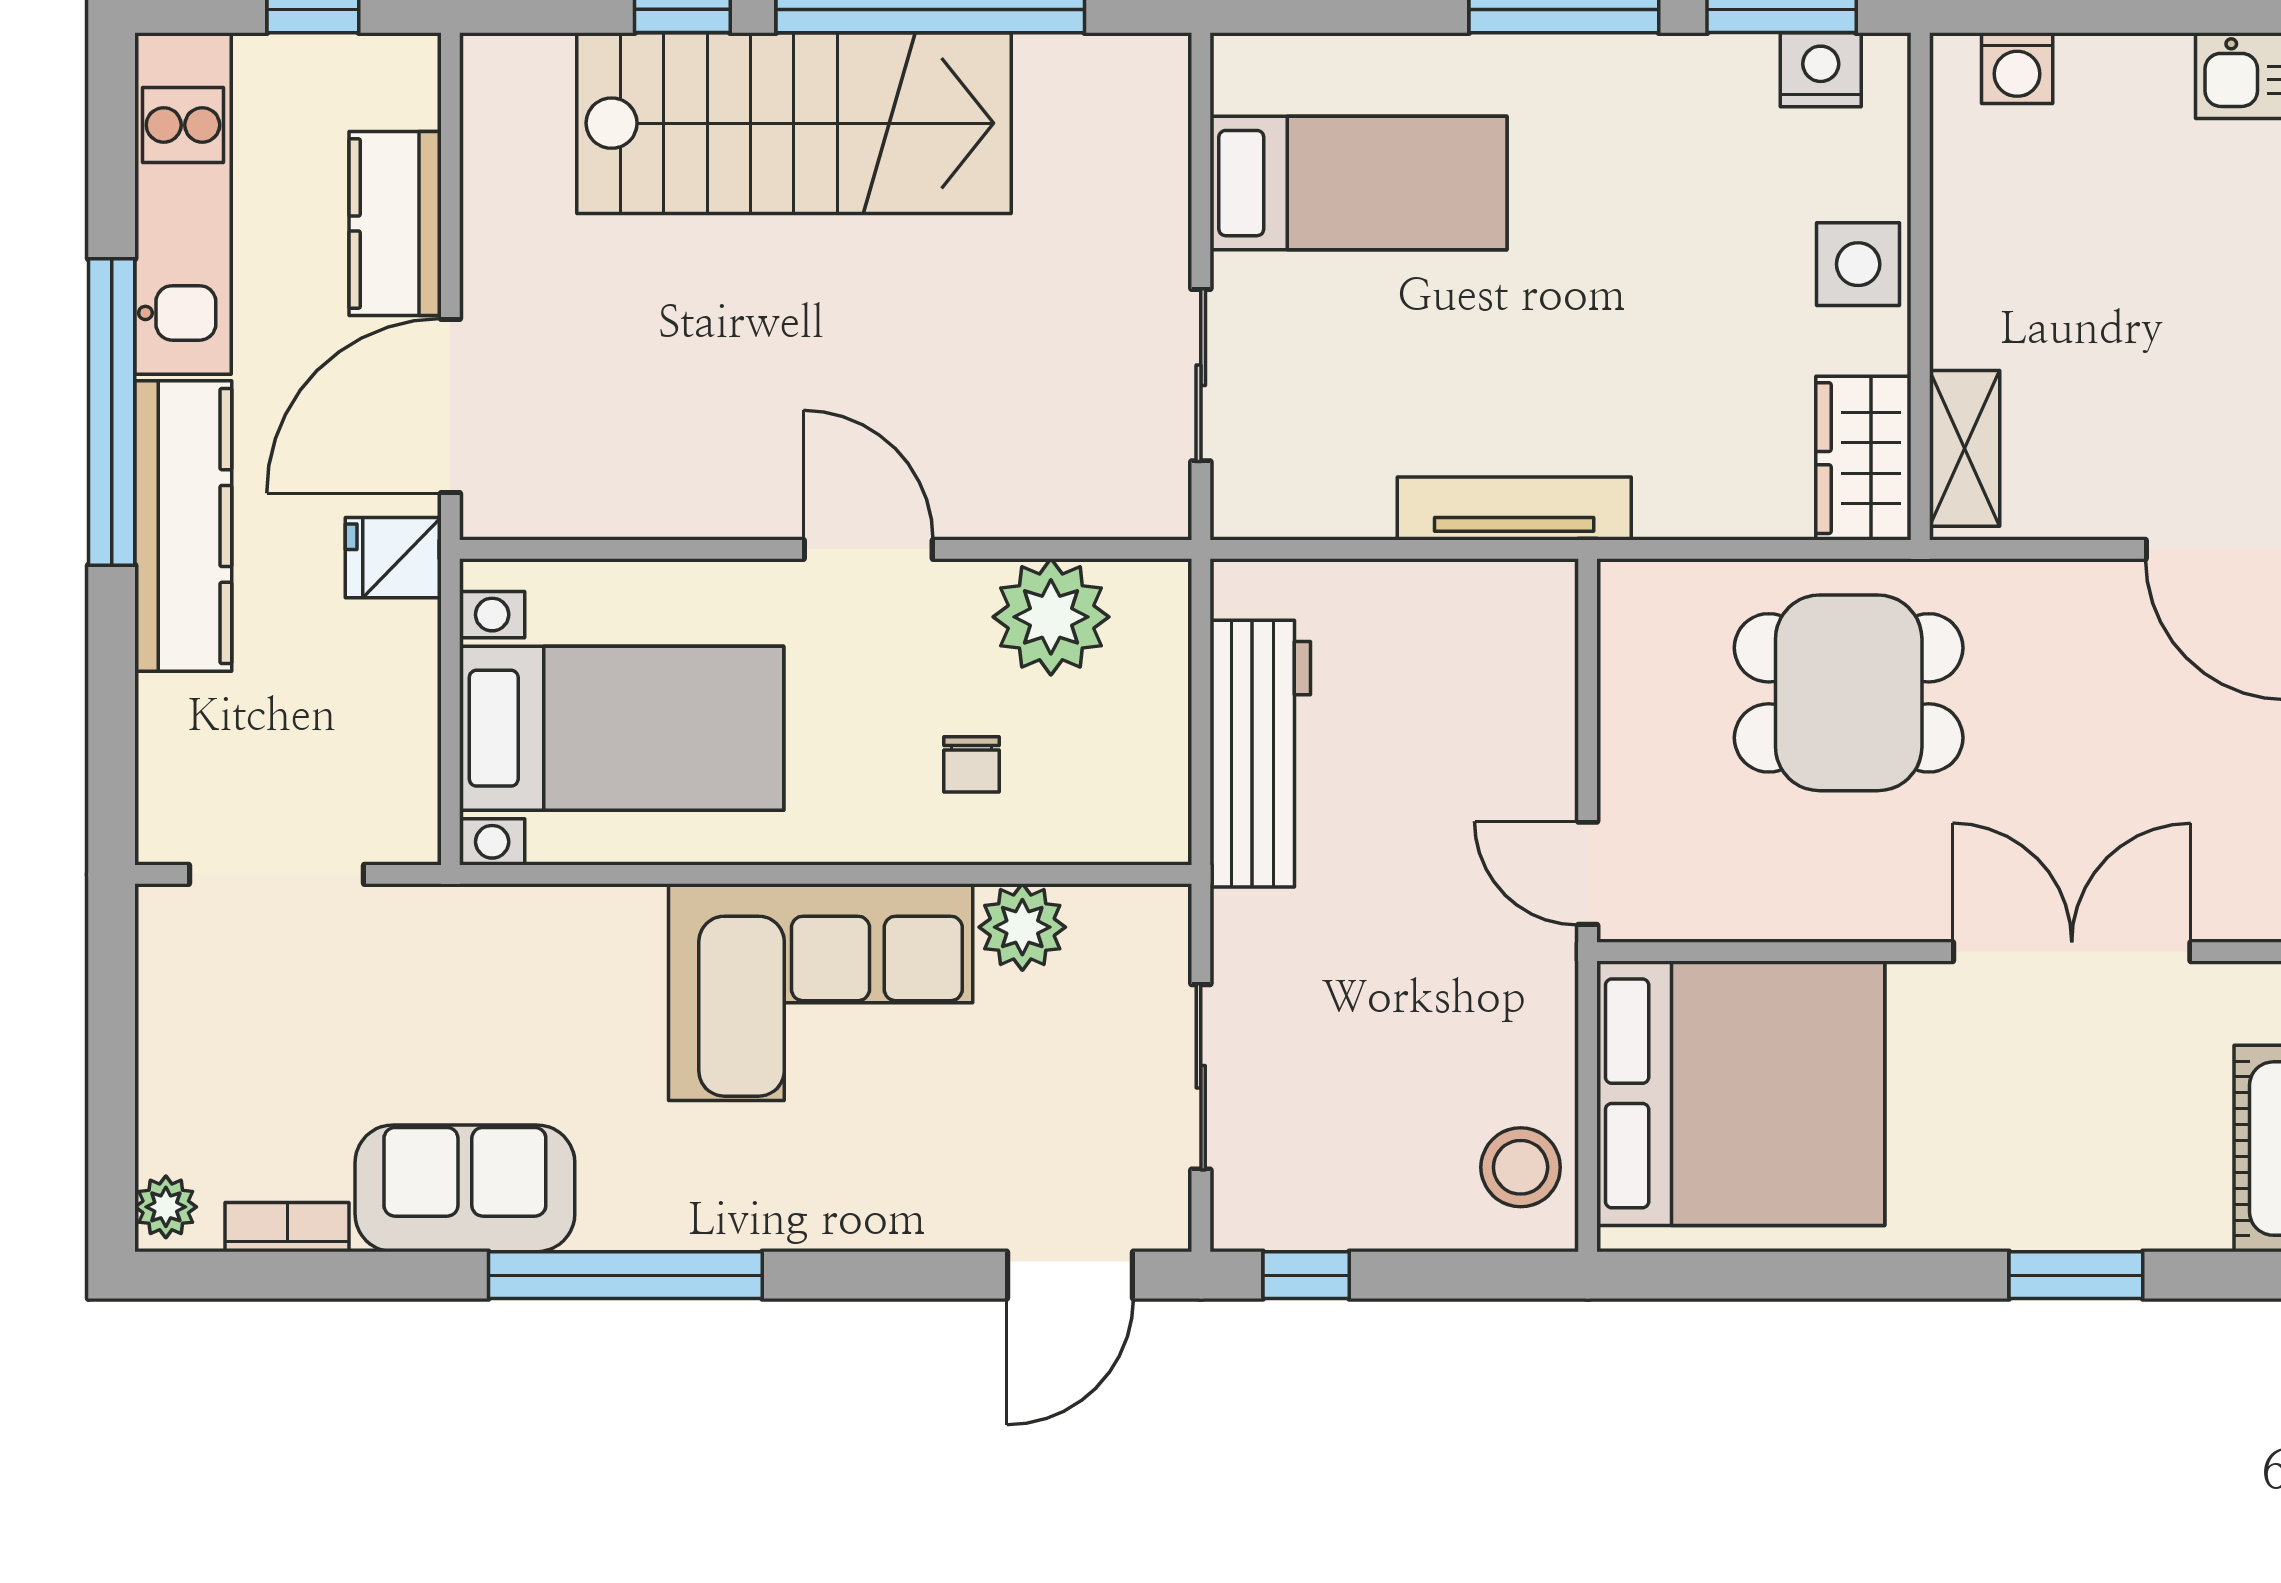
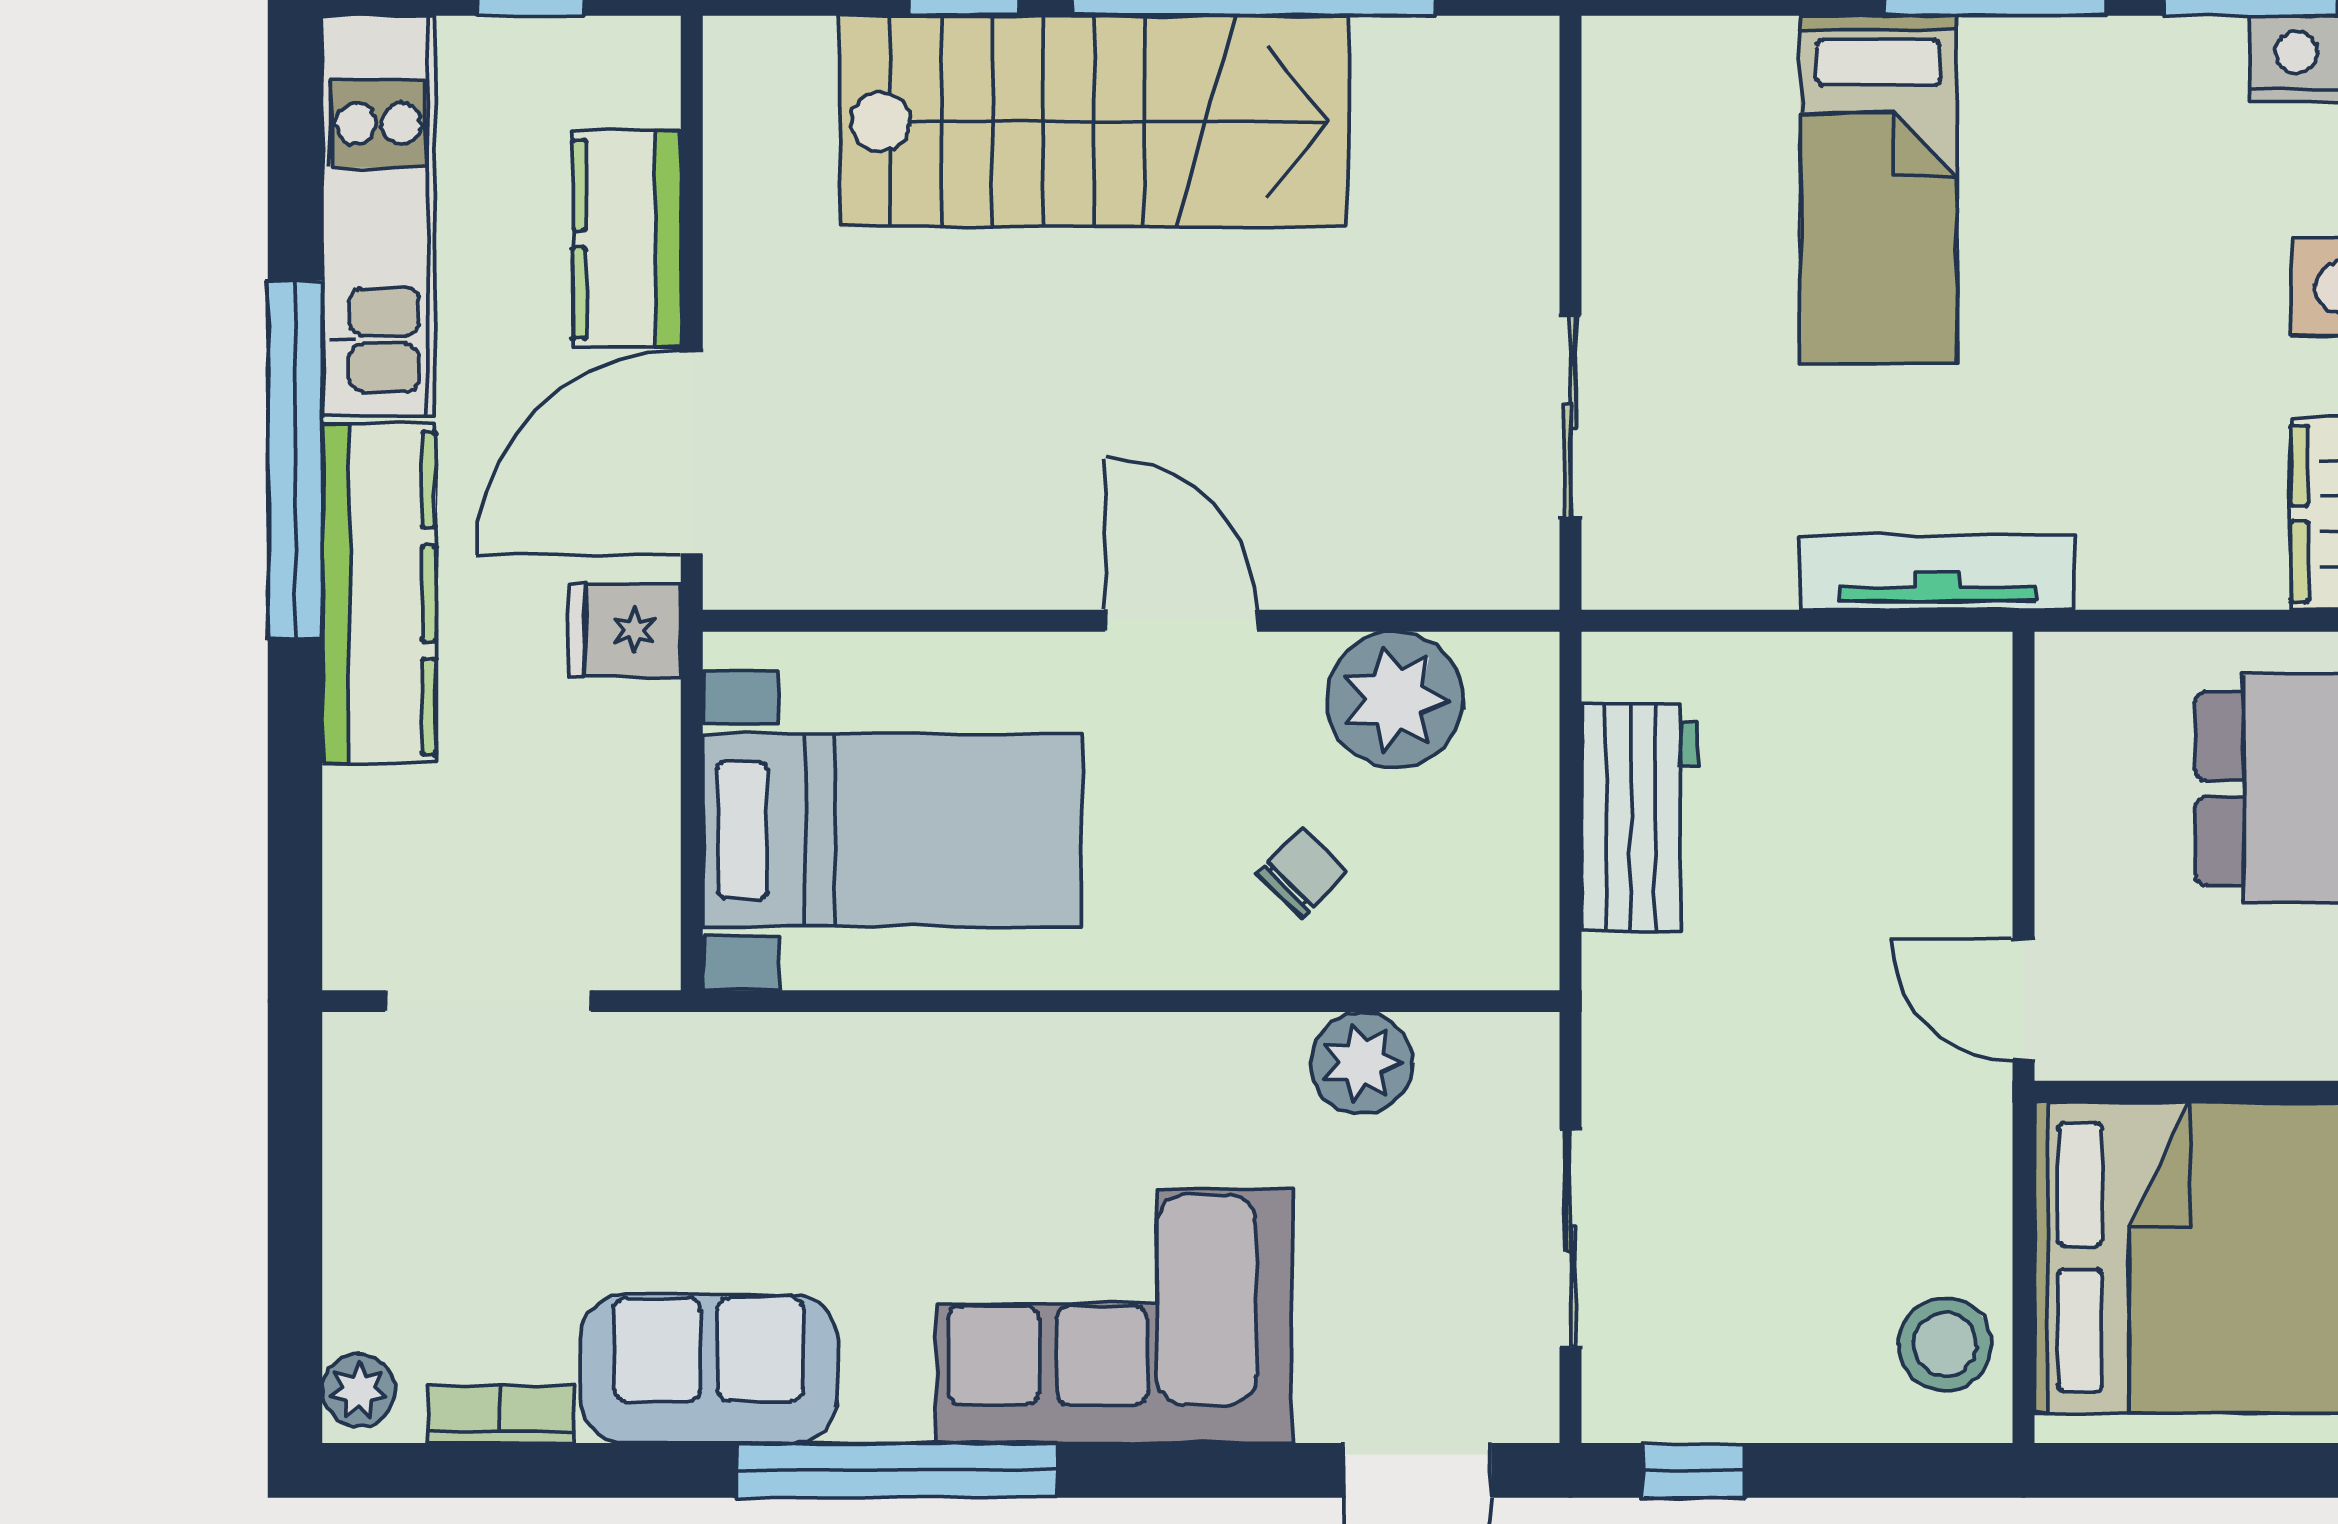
bed: (1359, 183) -> (1878, 189), moved, turned 90
workbench: (1260, 754) -> (1640, 817), width x0.73
chair: (971, 764) -> (1302, 872), turned -136
corner sofa: (821, 992) -> (1114, 1316), moved, turned 180

